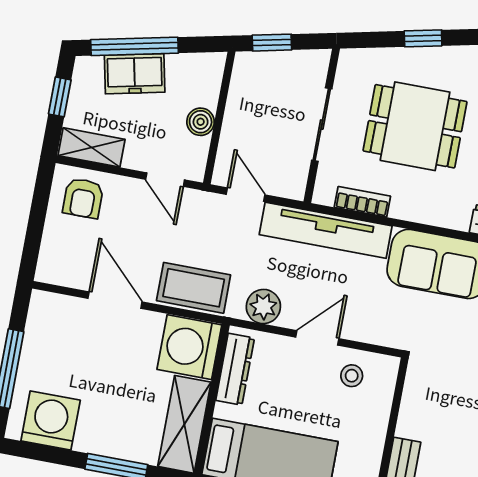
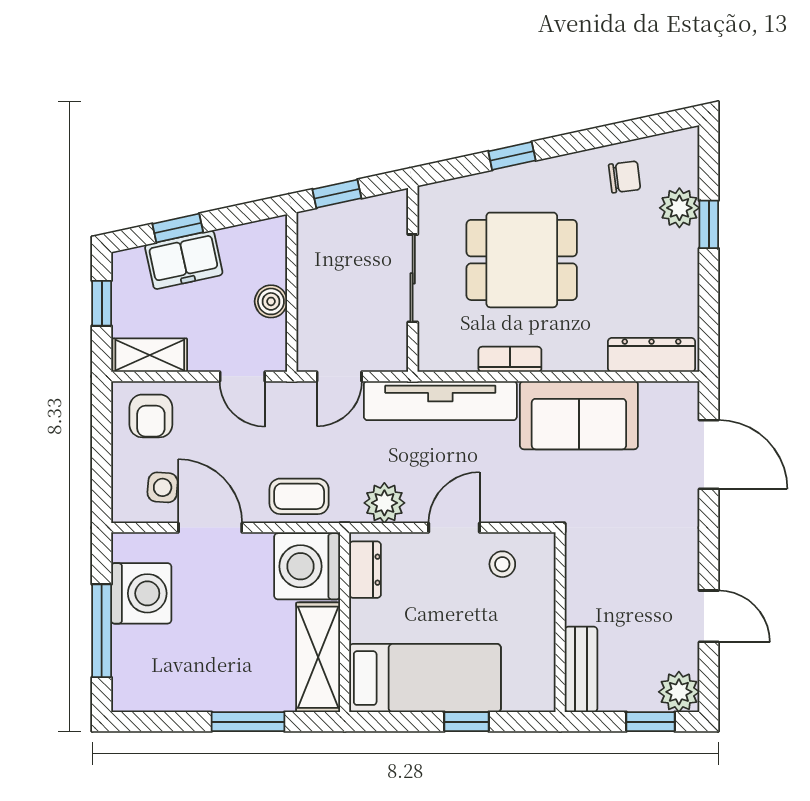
window: (135, 46) -> (178, 228), width x0.46
door: (246, 195) -> (339, 376), swing flipped
bookcase: (362, 202) -> (510, 359), moved
side table: (82, 259) -> (163, 487), added
coffee table: (194, 288) -> (299, 496), width x0.73, depth x0.77
dresser: (235, 369) -> (365, 570), width x0.70
washing machine: (51, 421) -> (141, 593), moved, turned 90

